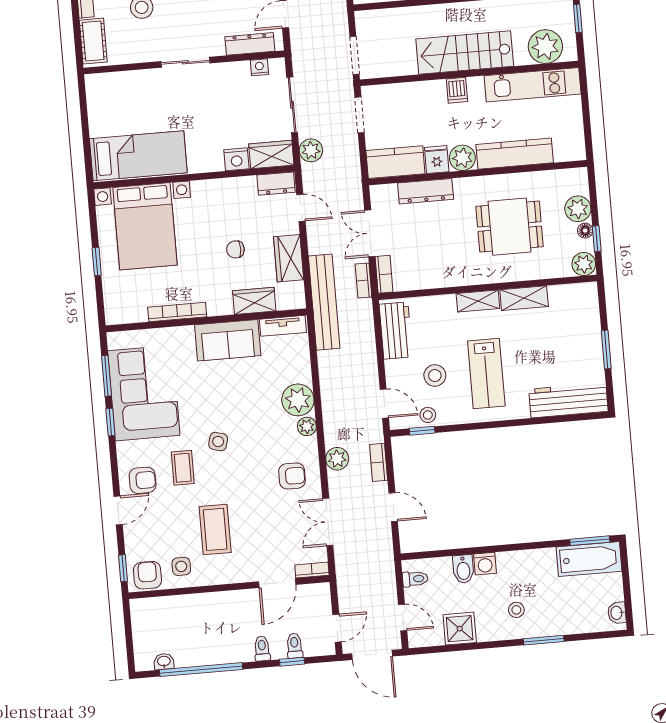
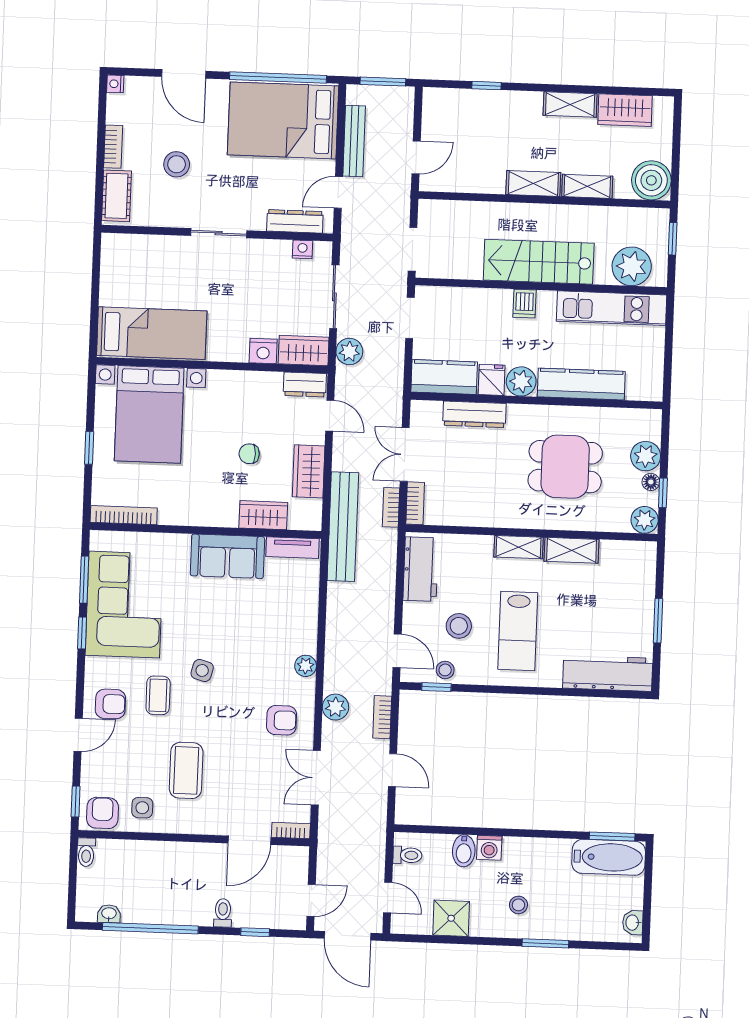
bookcase: (177, 312) -> (124, 515), moved
plant: (298, 400) -> (299, 634), removed
toilet: (294, 646) -> (86, 852), moved, turned 180

